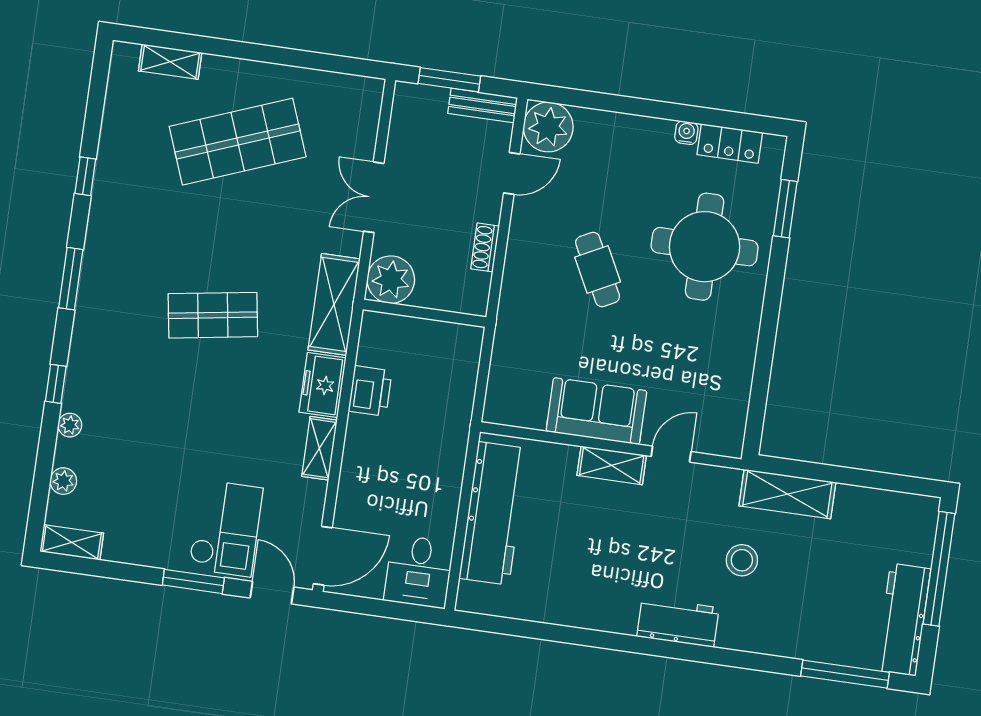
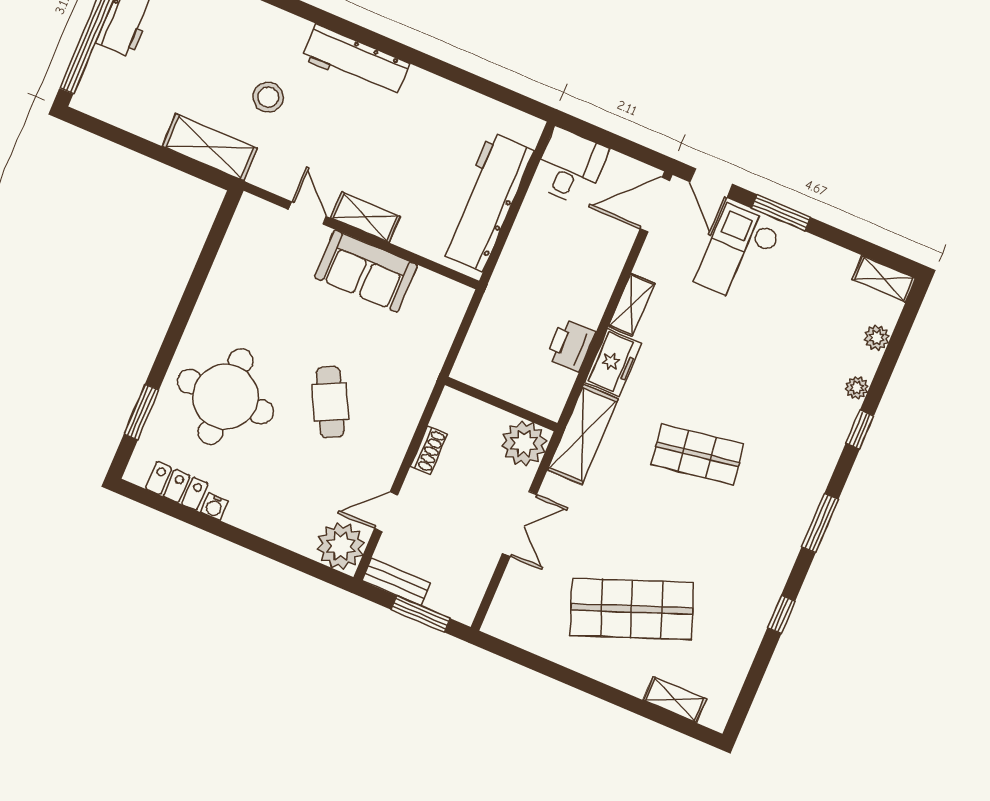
door: (671, 454) -> (308, 213), swing flipped
workbench: (678, 622) -> (355, 61), width x1.38

